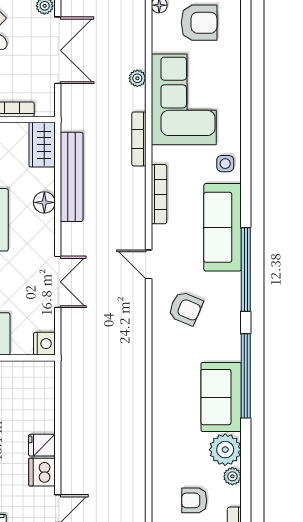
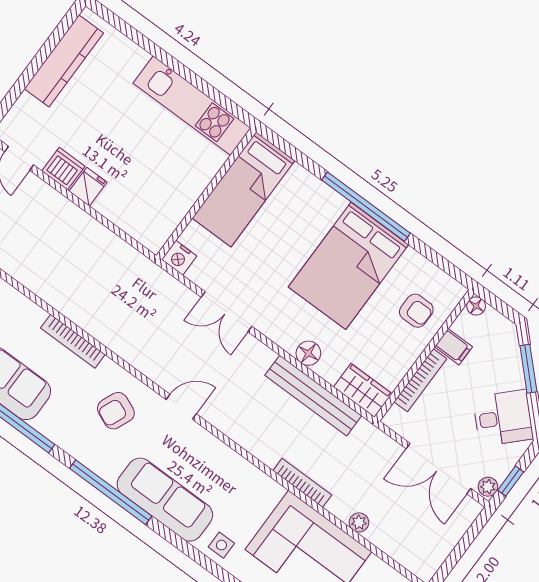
bookcase: (159, 194) -> (73, 341), moved

